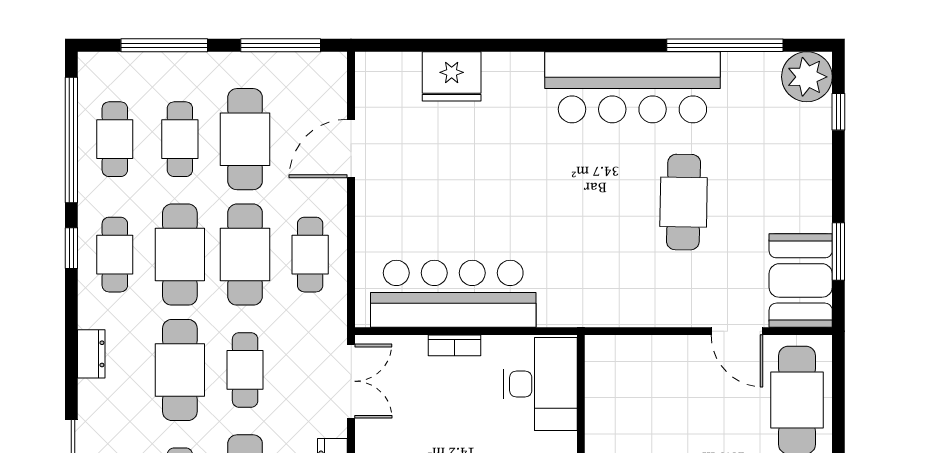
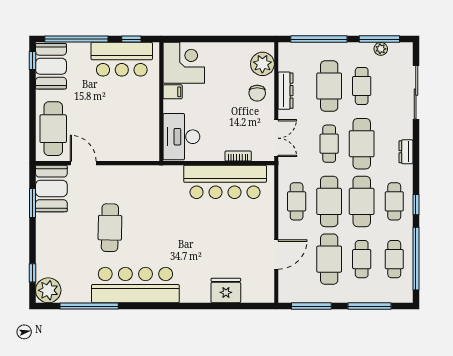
bookcase: (454, 345) -> (238, 156), moved
double door: (351, 381) -> (276, 138), swing flipped

